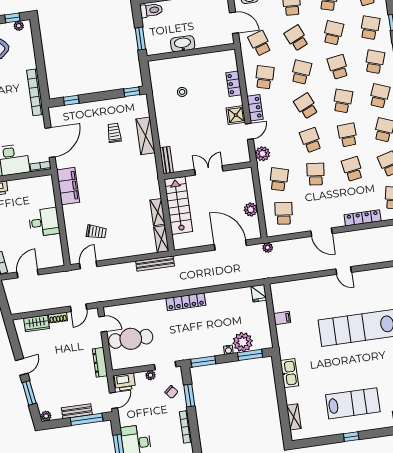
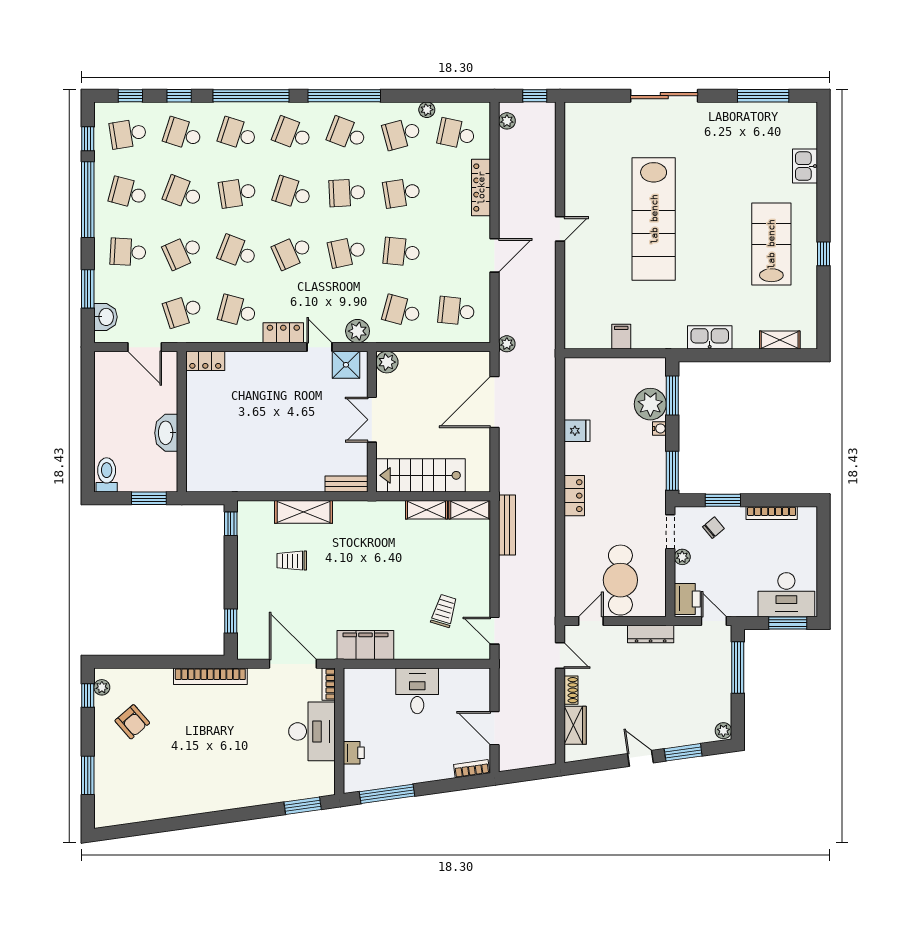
door: (234, 23) -> (145, 347), swing flipped
locker: (234, 84) -> (205, 361), moved
stool: (182, 92) -> (242, 444), removed
shower: (236, 115) -> (346, 365), moved
plant: (251, 210) -> (387, 362), moved
fridge: (259, 293) -> (577, 431), moved
locker: (186, 302) -> (574, 496), width x0.66
bench: (77, 411) -> (723, 681), removed

